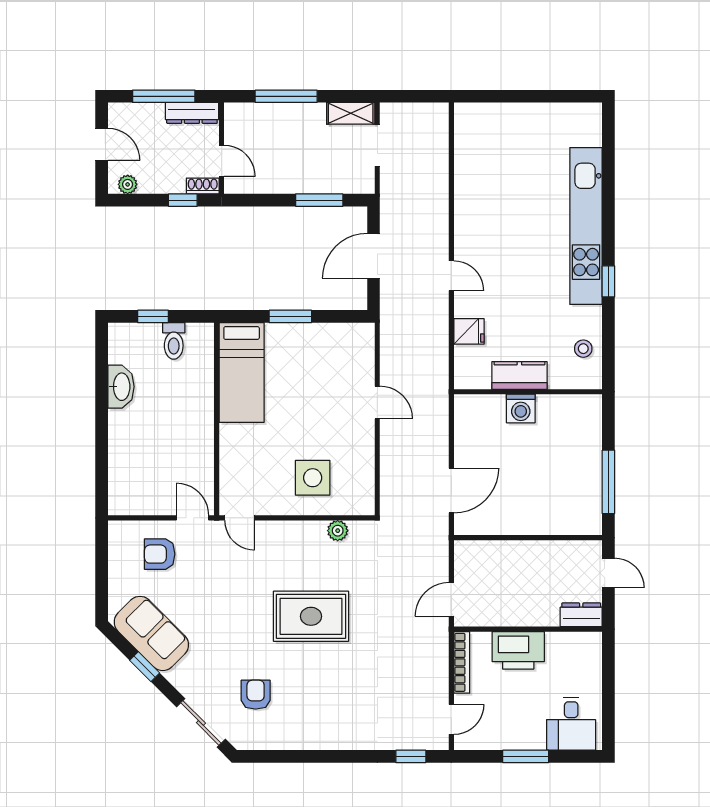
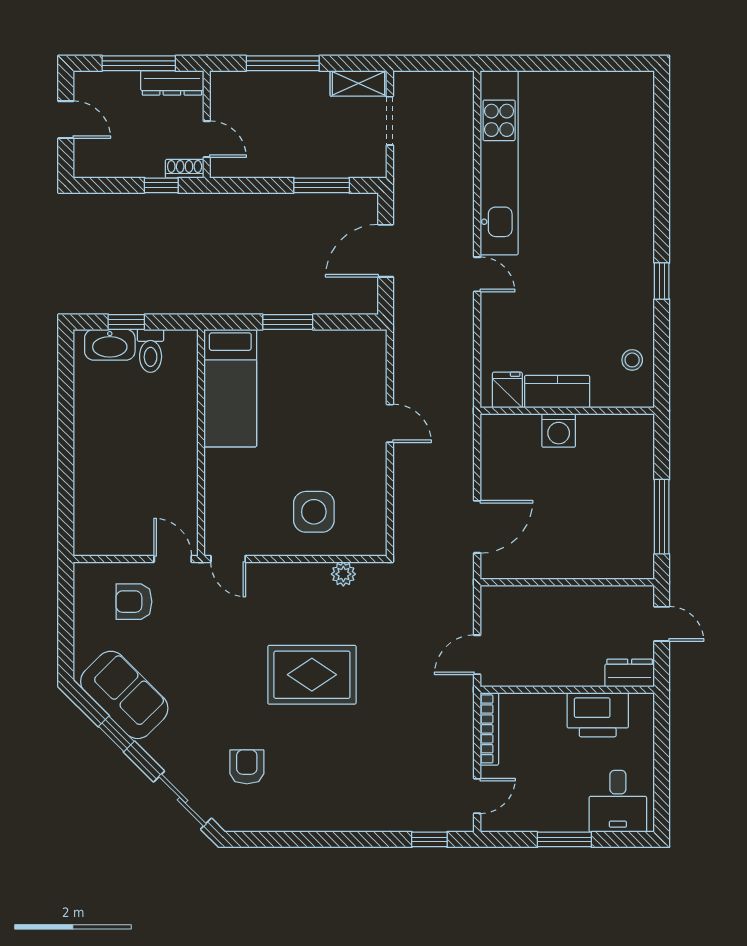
plant: (128, 184) -> (96, 167), removed
kitchen unit: (586, 226) -> (499, 163), moved, turned 180
fridge: (469, 331) -> (507, 390), moved, turned -90
washbasin: (121, 387) -> (110, 345), moved, turned 90
printer: (518, 650) -> (598, 715), moved

